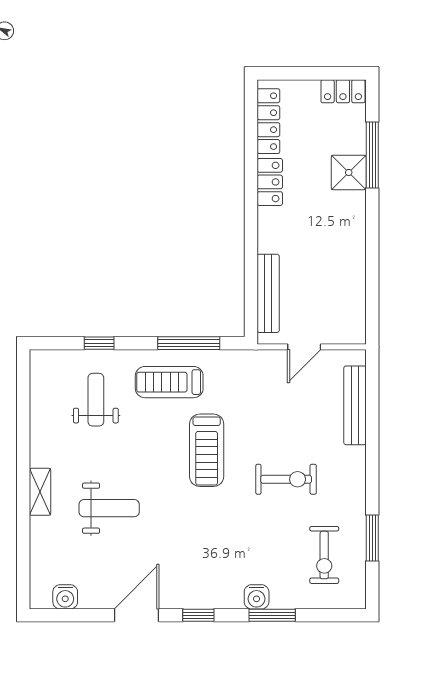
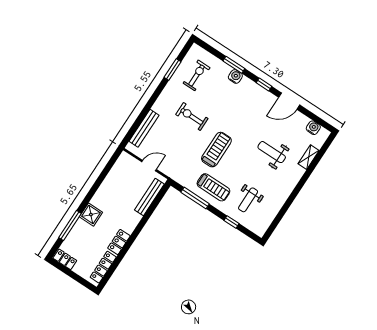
shower: (349, 172) -> (91, 215), moved
shelving: (40, 492) -> (309, 157), moved

